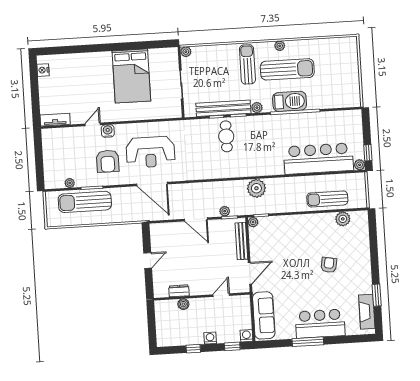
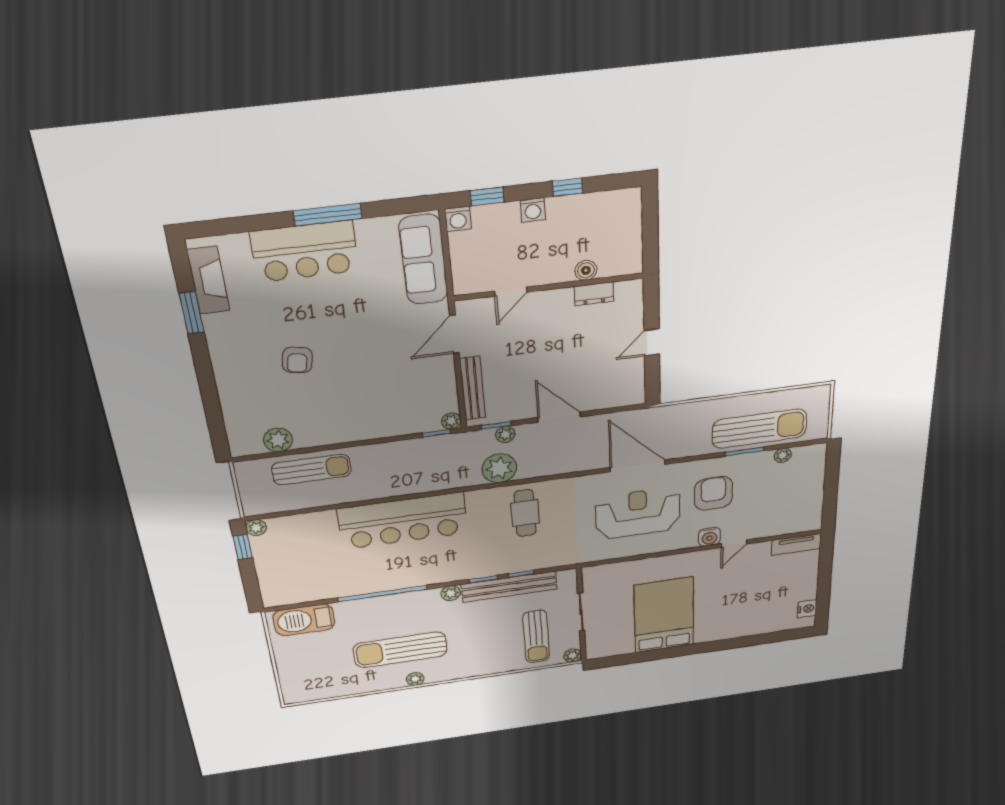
sun lounger: (247, 64) -> (536, 637), moved
barbecue: (290, 101) -> (304, 620), moved
cafe table: (226, 136) -> (525, 513), moved
bar counter: (318, 159) -> (403, 521), moved
plant: (256, 188) -> (499, 468), moved

